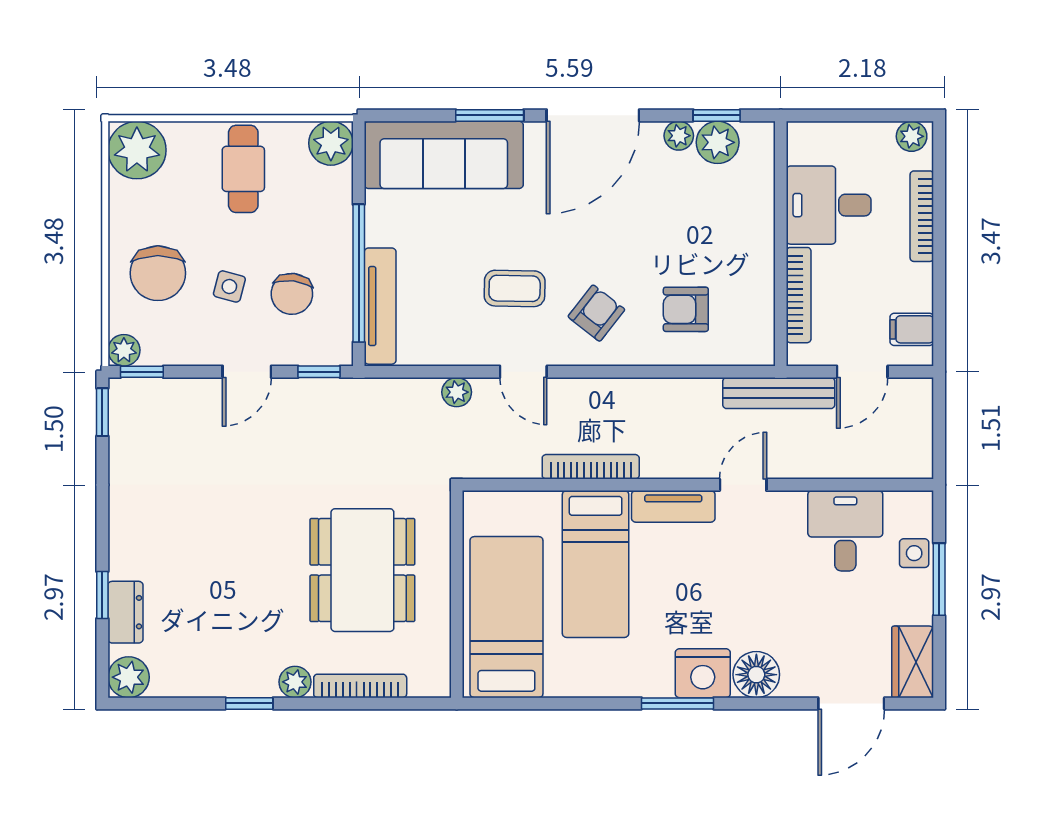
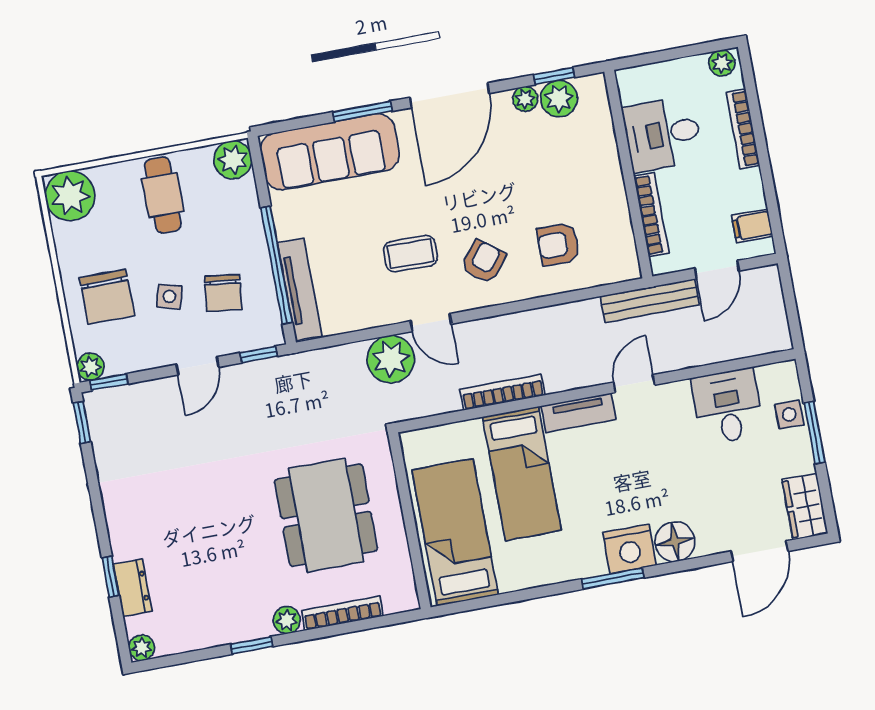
plant: (457, 392) -> (391, 359), width x1.88, depth x1.88
plant: (129, 677) -> (142, 648), width x0.73, depth x0.73

